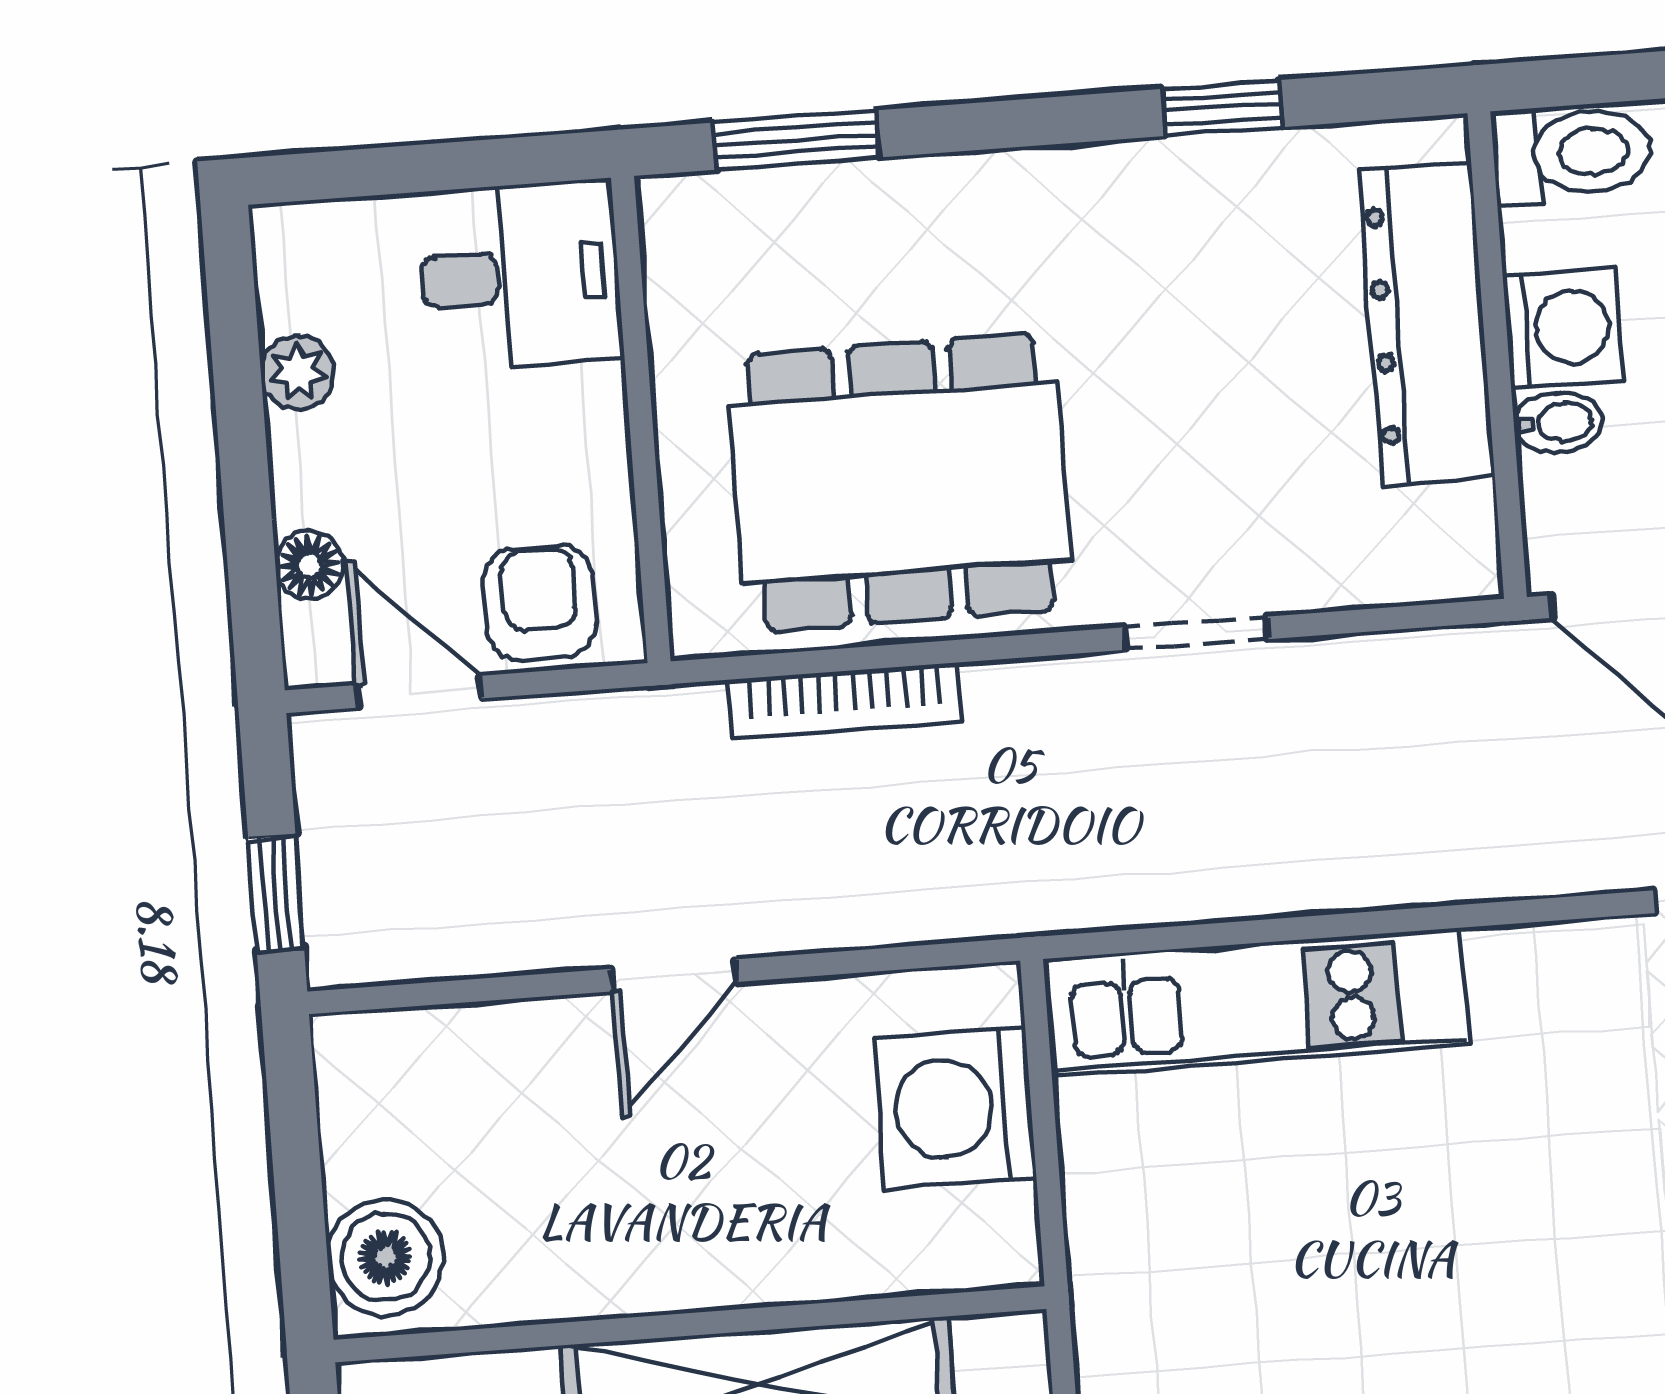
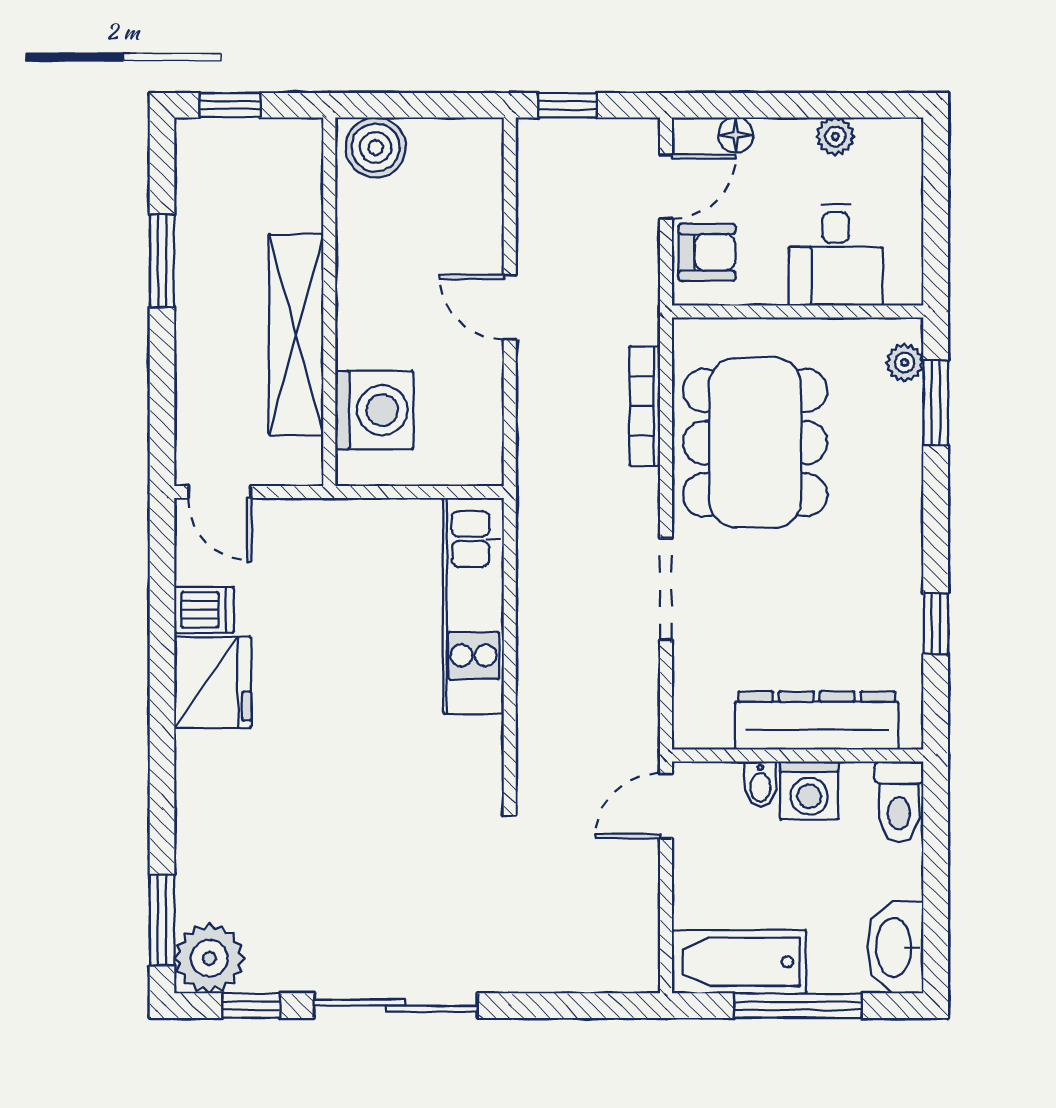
plant: (724, 206) -> (905, 363), added
desk: (520, 276) -> (836, 255), moved
doorway: (1196, 633) -> (666, 589), width x1.38
washing machine: (955, 1108) -> (374, 410), moved, turned 90

